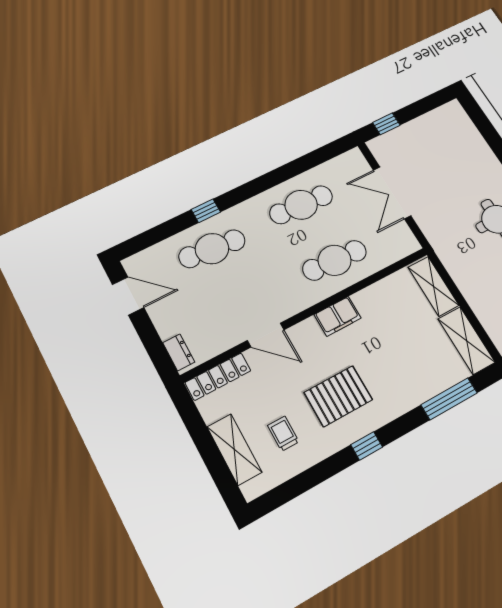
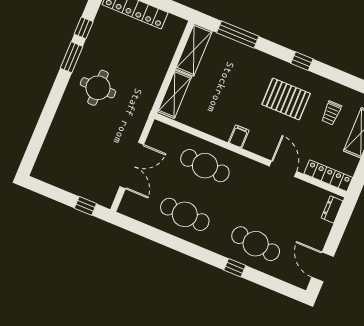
filing cabinet: (338, 316) -> (239, 136), width x0.50

